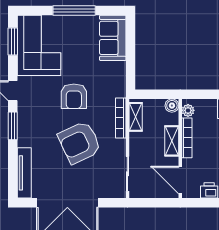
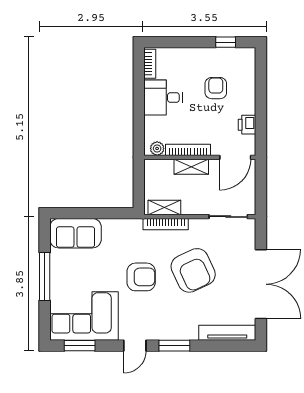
boiler: (172, 106) -> (152, 167), removed

